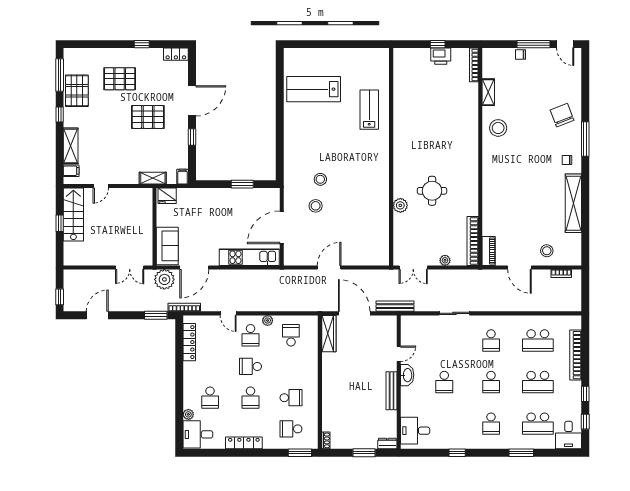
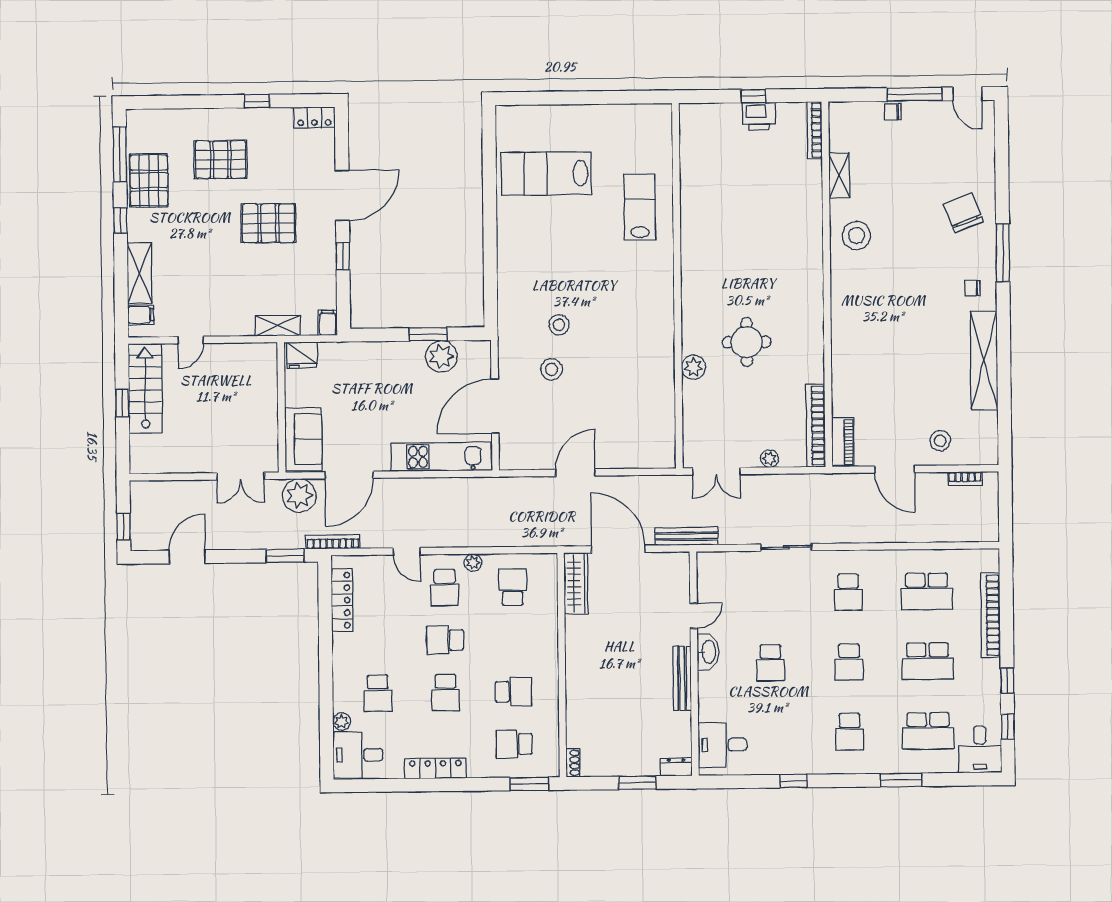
plant: (250, 197) -> (441, 356), added

